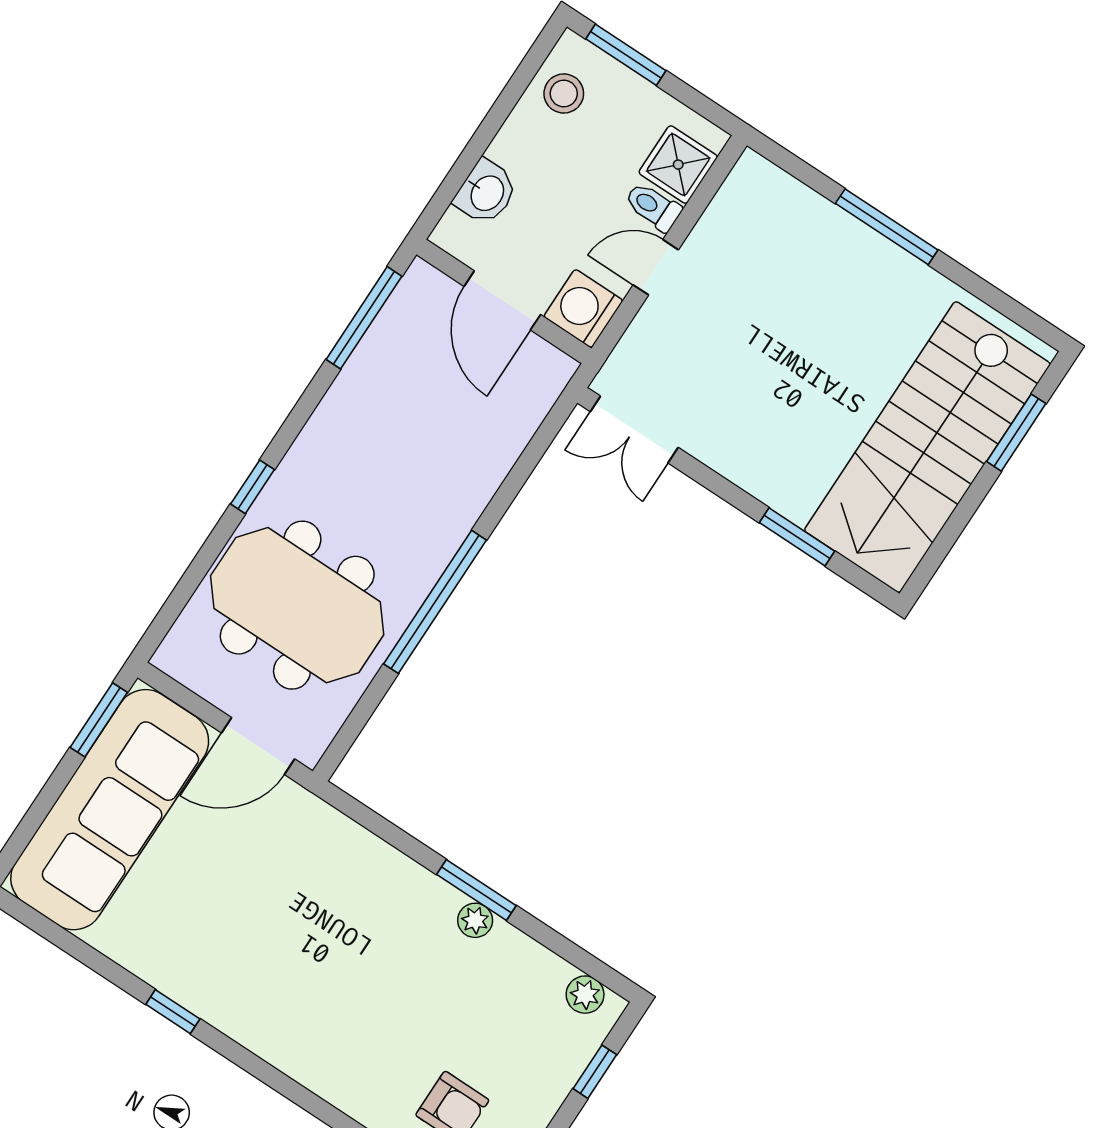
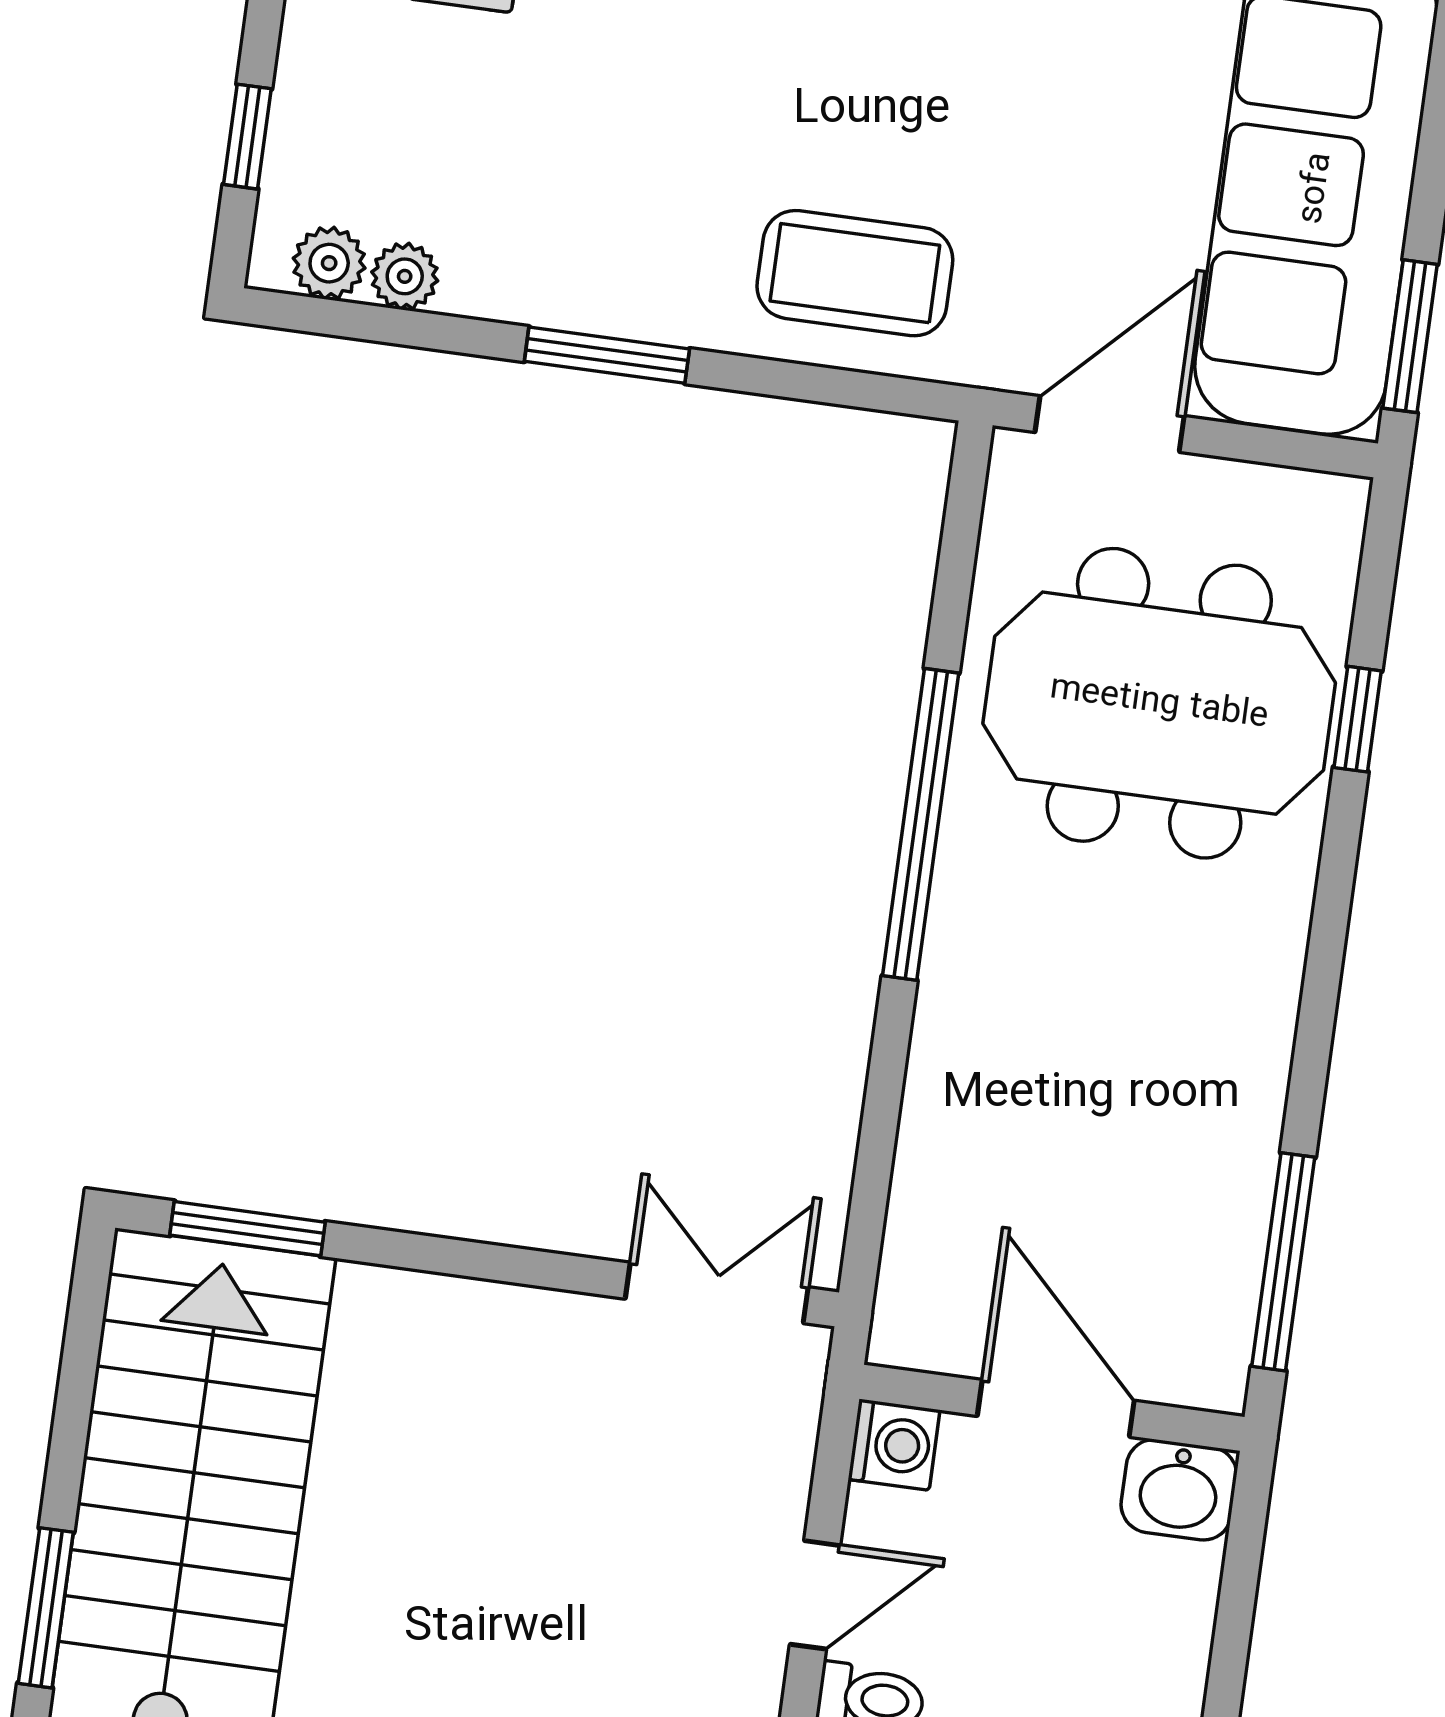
washbasin: (486, 192) -> (1179, 1490), moved, turned -90
washing machine: (583, 309) -> (894, 1445), width x0.73, depth x0.73
window: (253, 487) -> (1358, 719), moved
window: (797, 537) -> (247, 1229), moved
coffee table: (343, 873) -> (855, 273), added
plant: (475, 920) -> (405, 276), moved

